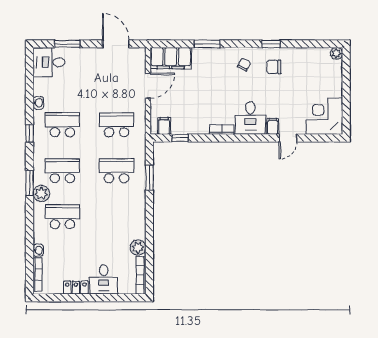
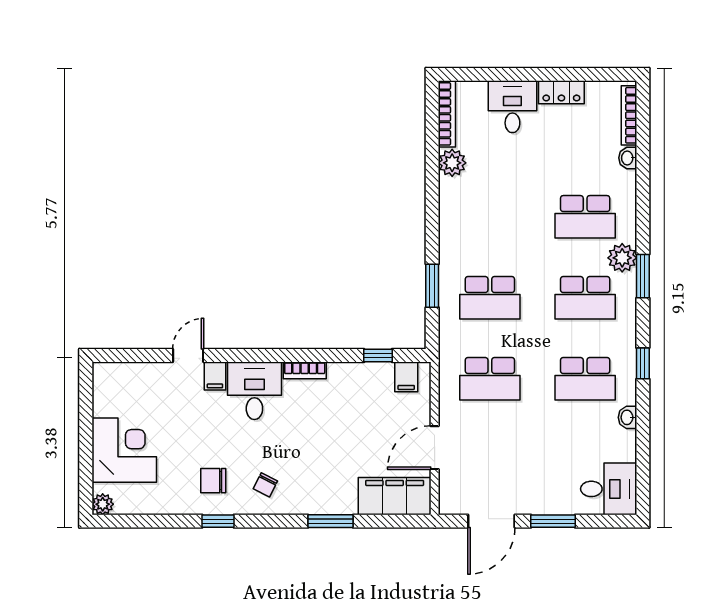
window: (67, 44) -> (553, 521), moved
door: (116, 44) -> (491, 521), hinge flipped
chair: (274, 67) -> (213, 481), turned 180
corner desk: (324, 116) -> (124, 450), moved, turned -90

